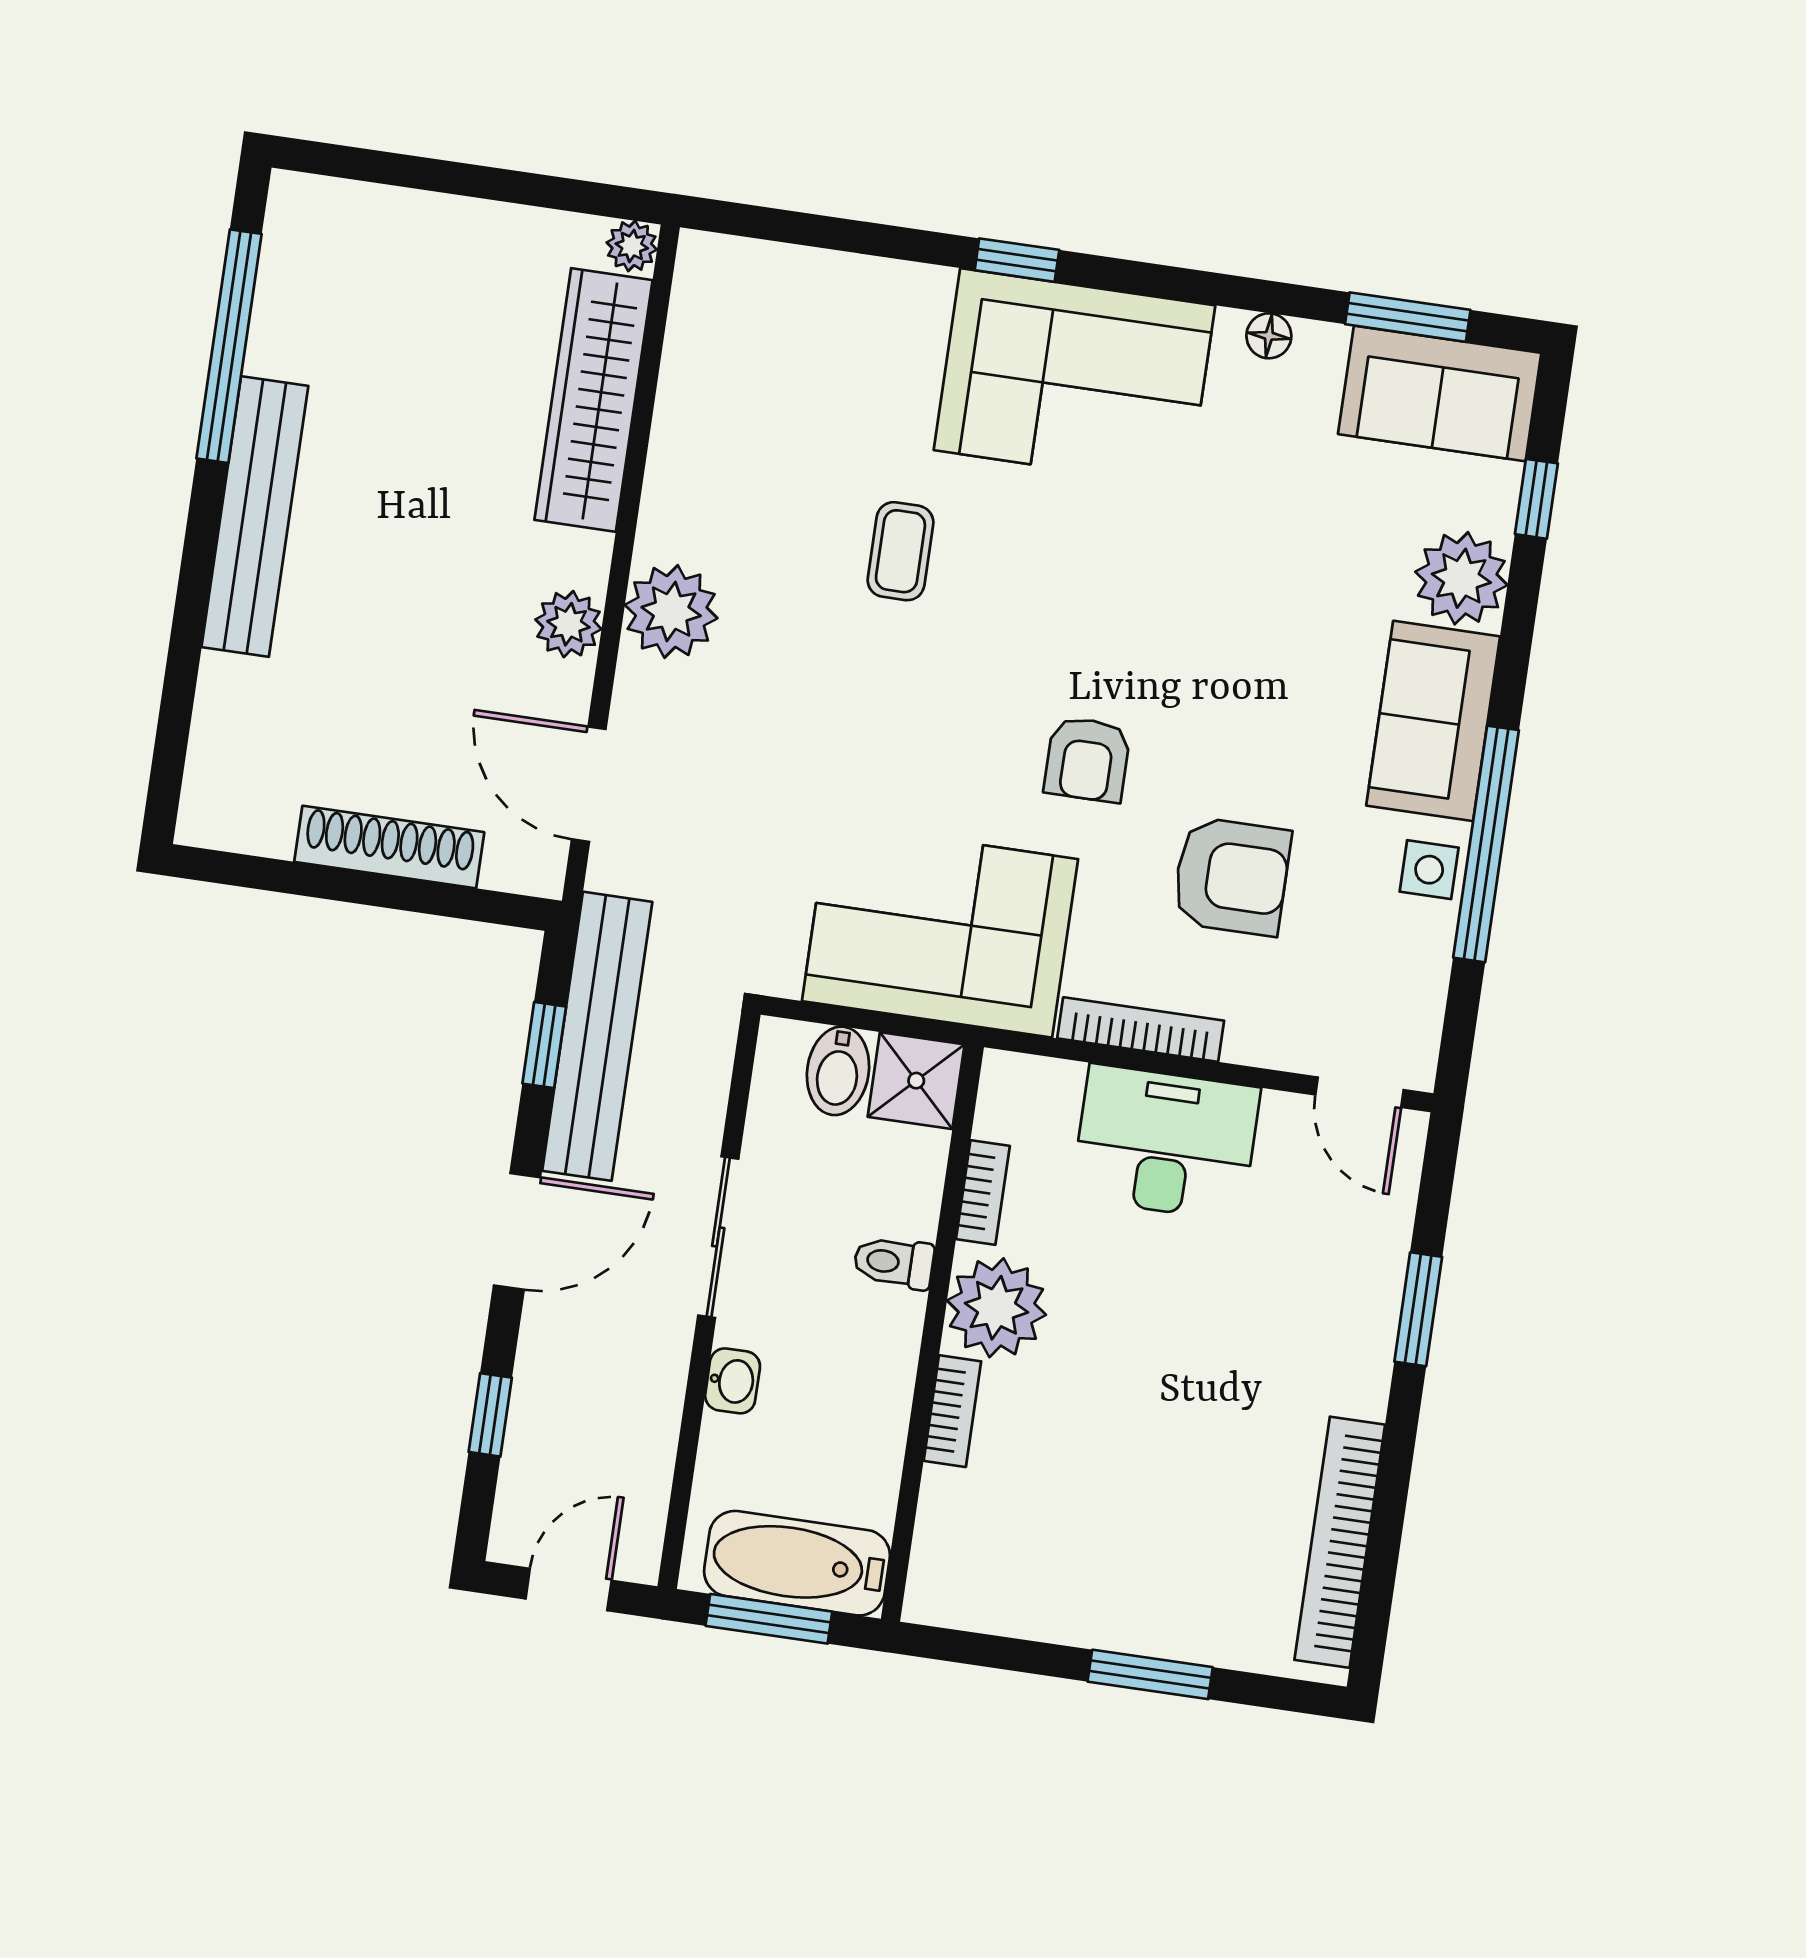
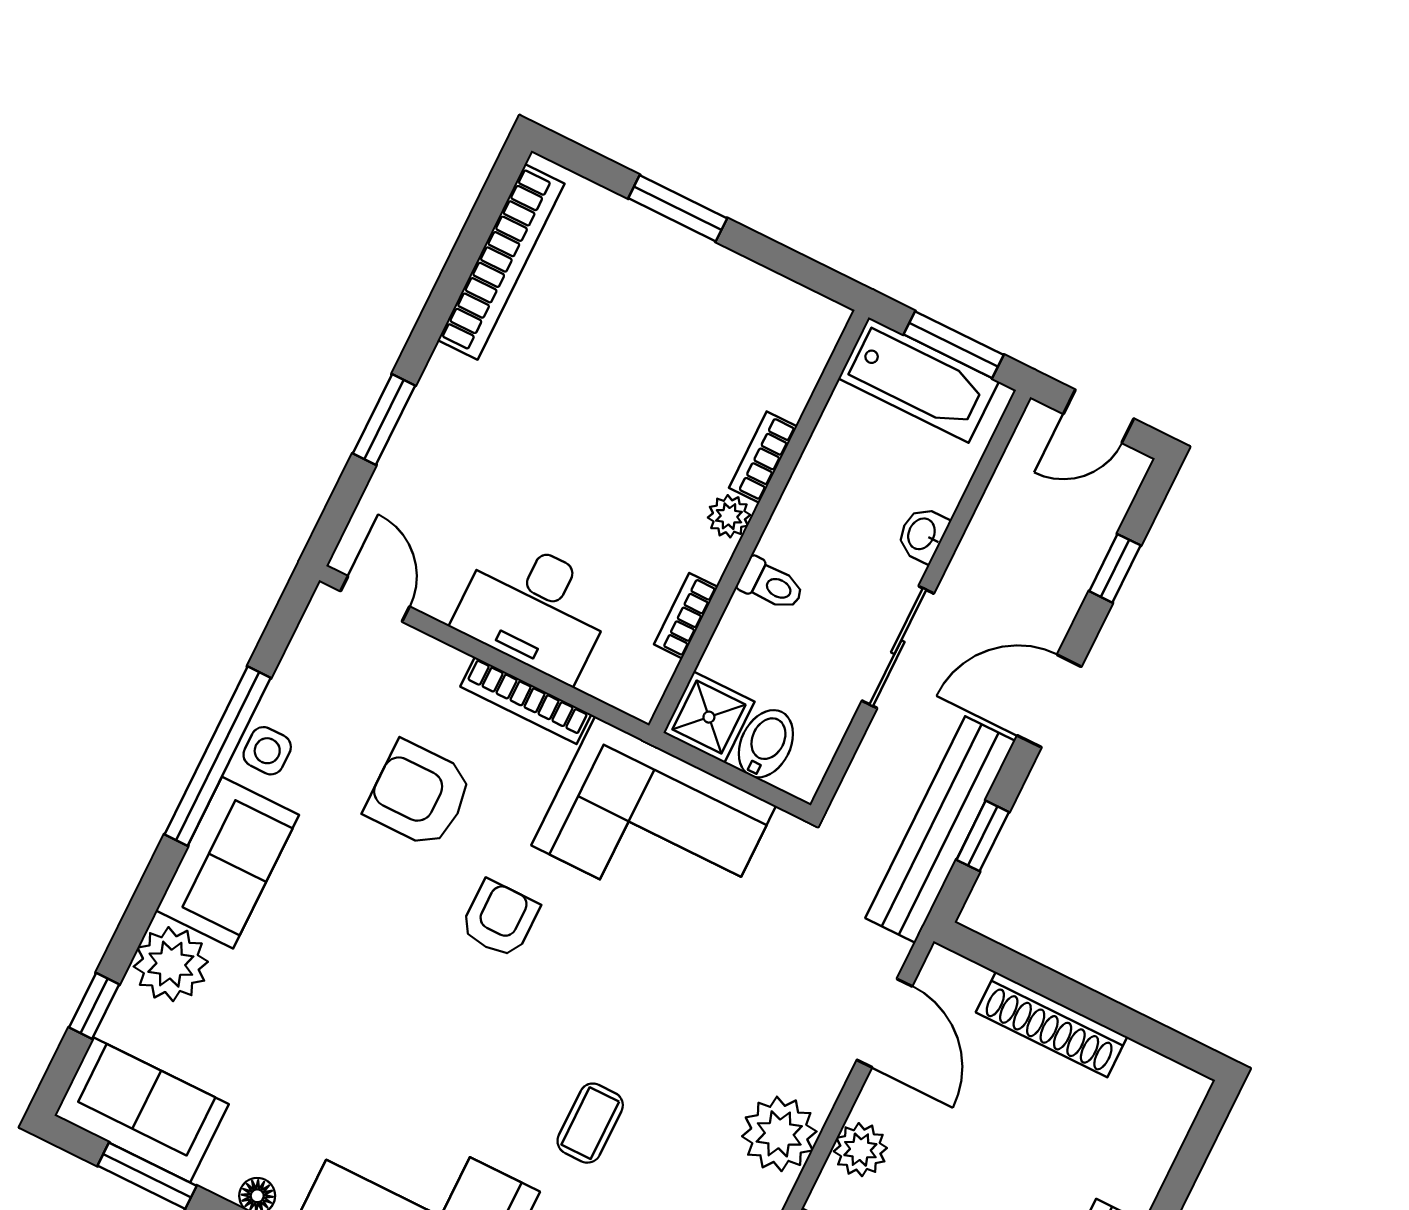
plant: (996, 1308) -> (729, 516), width x0.53, depth x0.53

